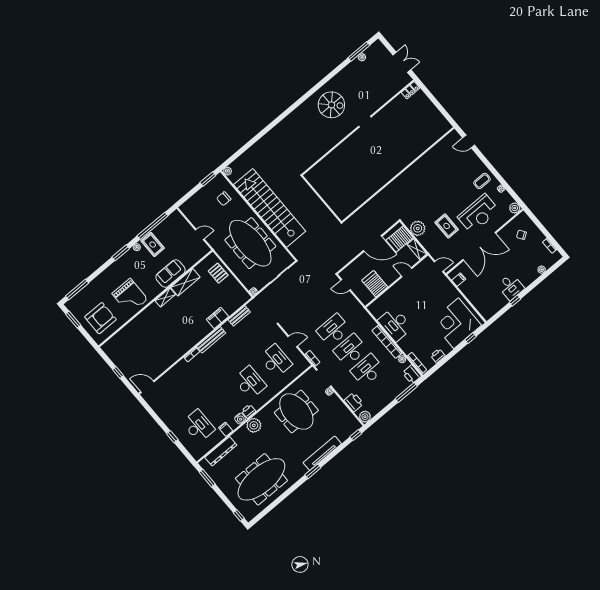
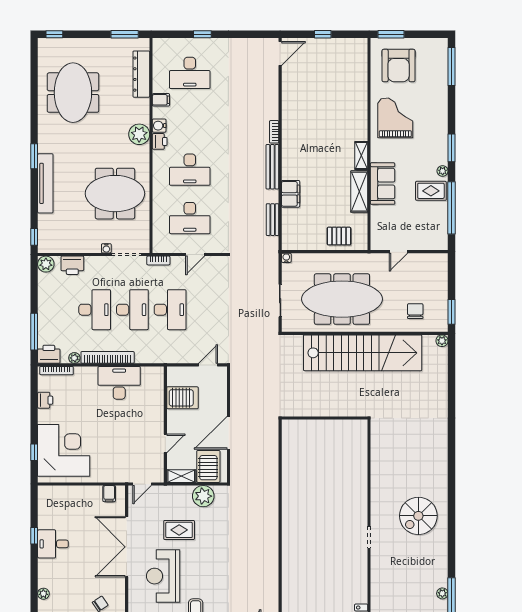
grand piano: (130, 296) -> (395, 118), turned 90
window: (73, 319) -> (391, 34), moved
meeting table: (261, 479) -> (73, 93), width x0.73

